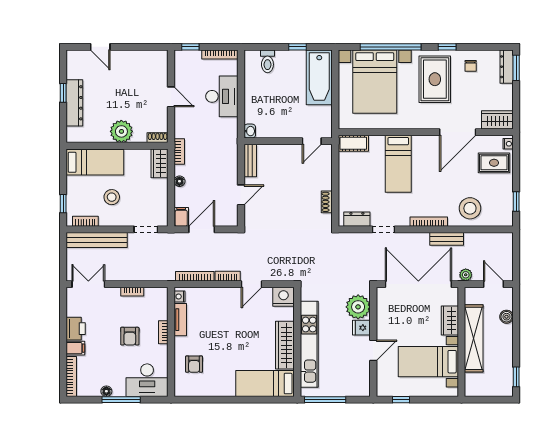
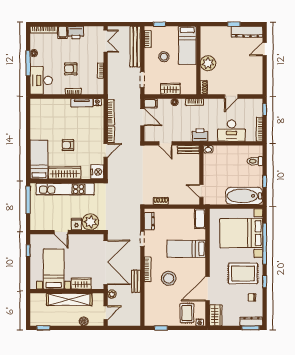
dresser: (74, 103) -> (247, 32), moved
door: (458, 132) -> (208, 289), hinge flipped
printer: (229, 143) -> (200, 135), added
wardrobe: (160, 163) -> (170, 89), moved
stool: (470, 208) -> (169, 278), moved
door: (251, 284) -> (106, 150), swing flipped
armchair: (194, 364) -> (68, 145), moved

